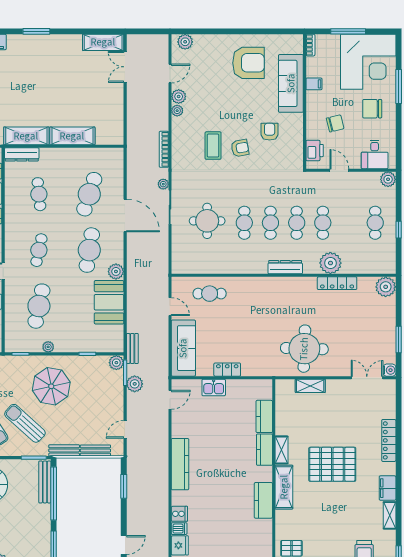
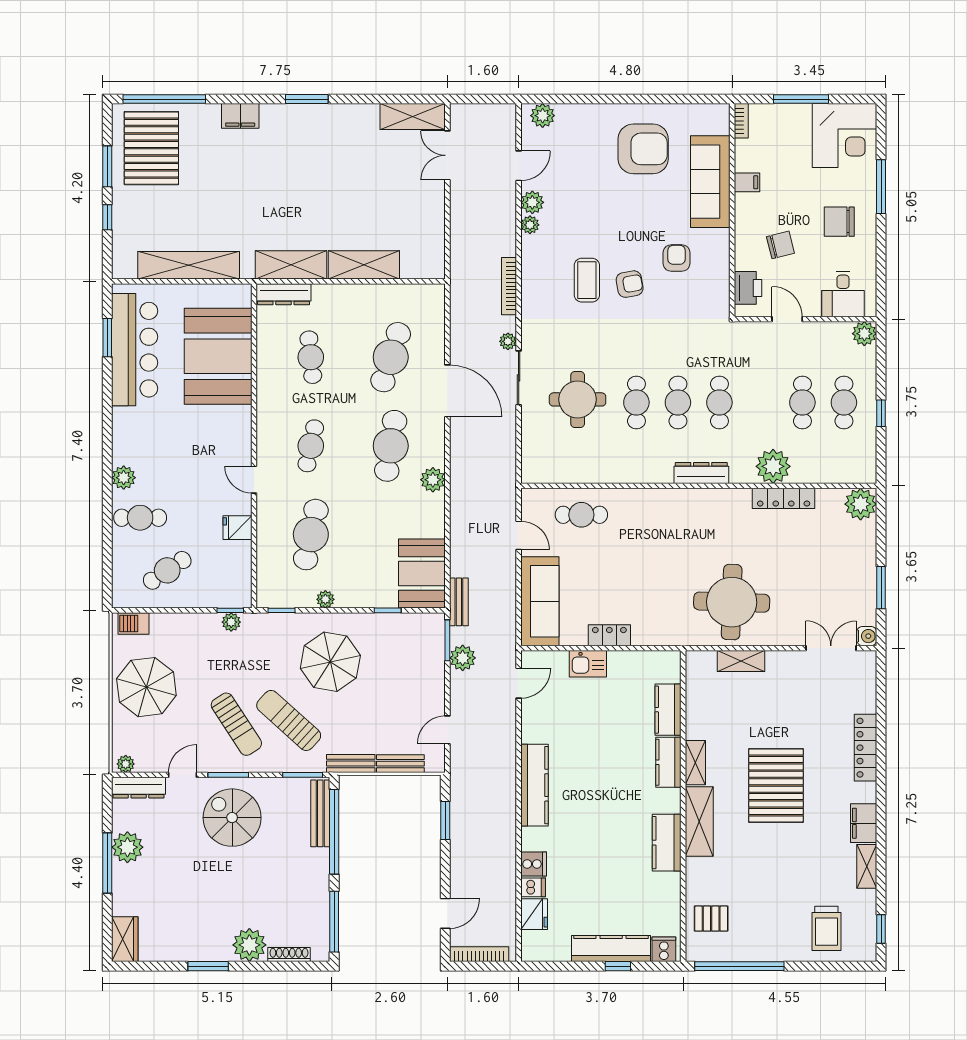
corner desk: (368, 62) -> (844, 136), width x0.74, depth x0.74
cafe table: (323, 223) -> (802, 402), moved
booth: (109, 302) -> (422, 573), moved
plant: (116, 363) -> (434, 624), removed
pallet: (332, 464) -> (776, 785), turned 90

